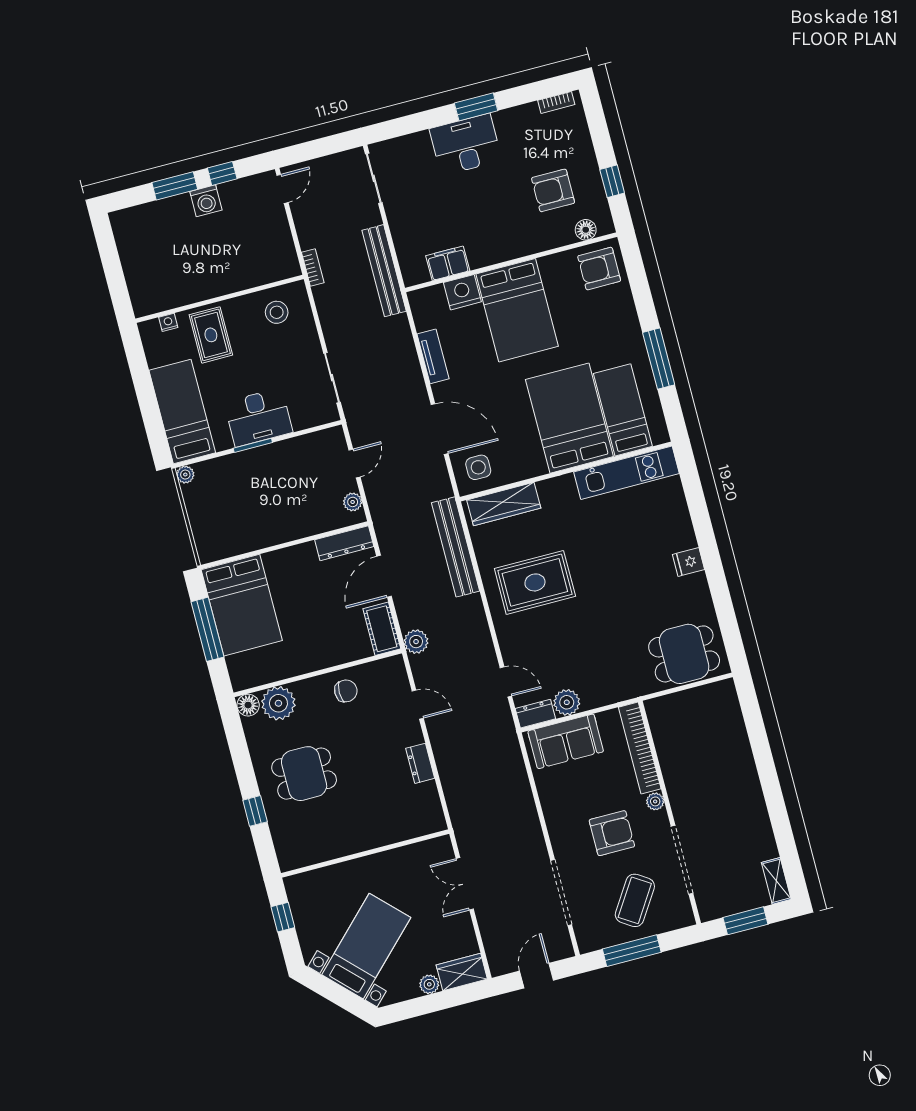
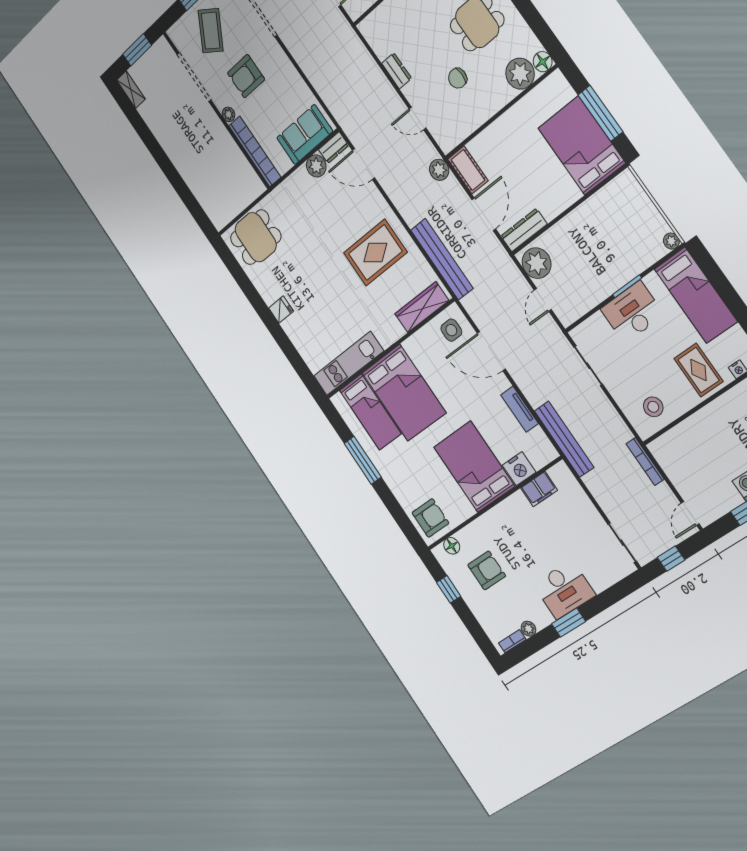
plant: (529, 112) -> (528, 629), added
window: (324, 147) -> (671, 559), added
bookcase: (313, 267) -> (645, 461), width x1.56
bench: (384, 271) -> (564, 439), moved
plant: (353, 502) -> (537, 263), width x1.88, depth x1.88
door: (506, 682) -> (363, 164), width x1.38
chair: (346, 691) -> (458, 78), moved

